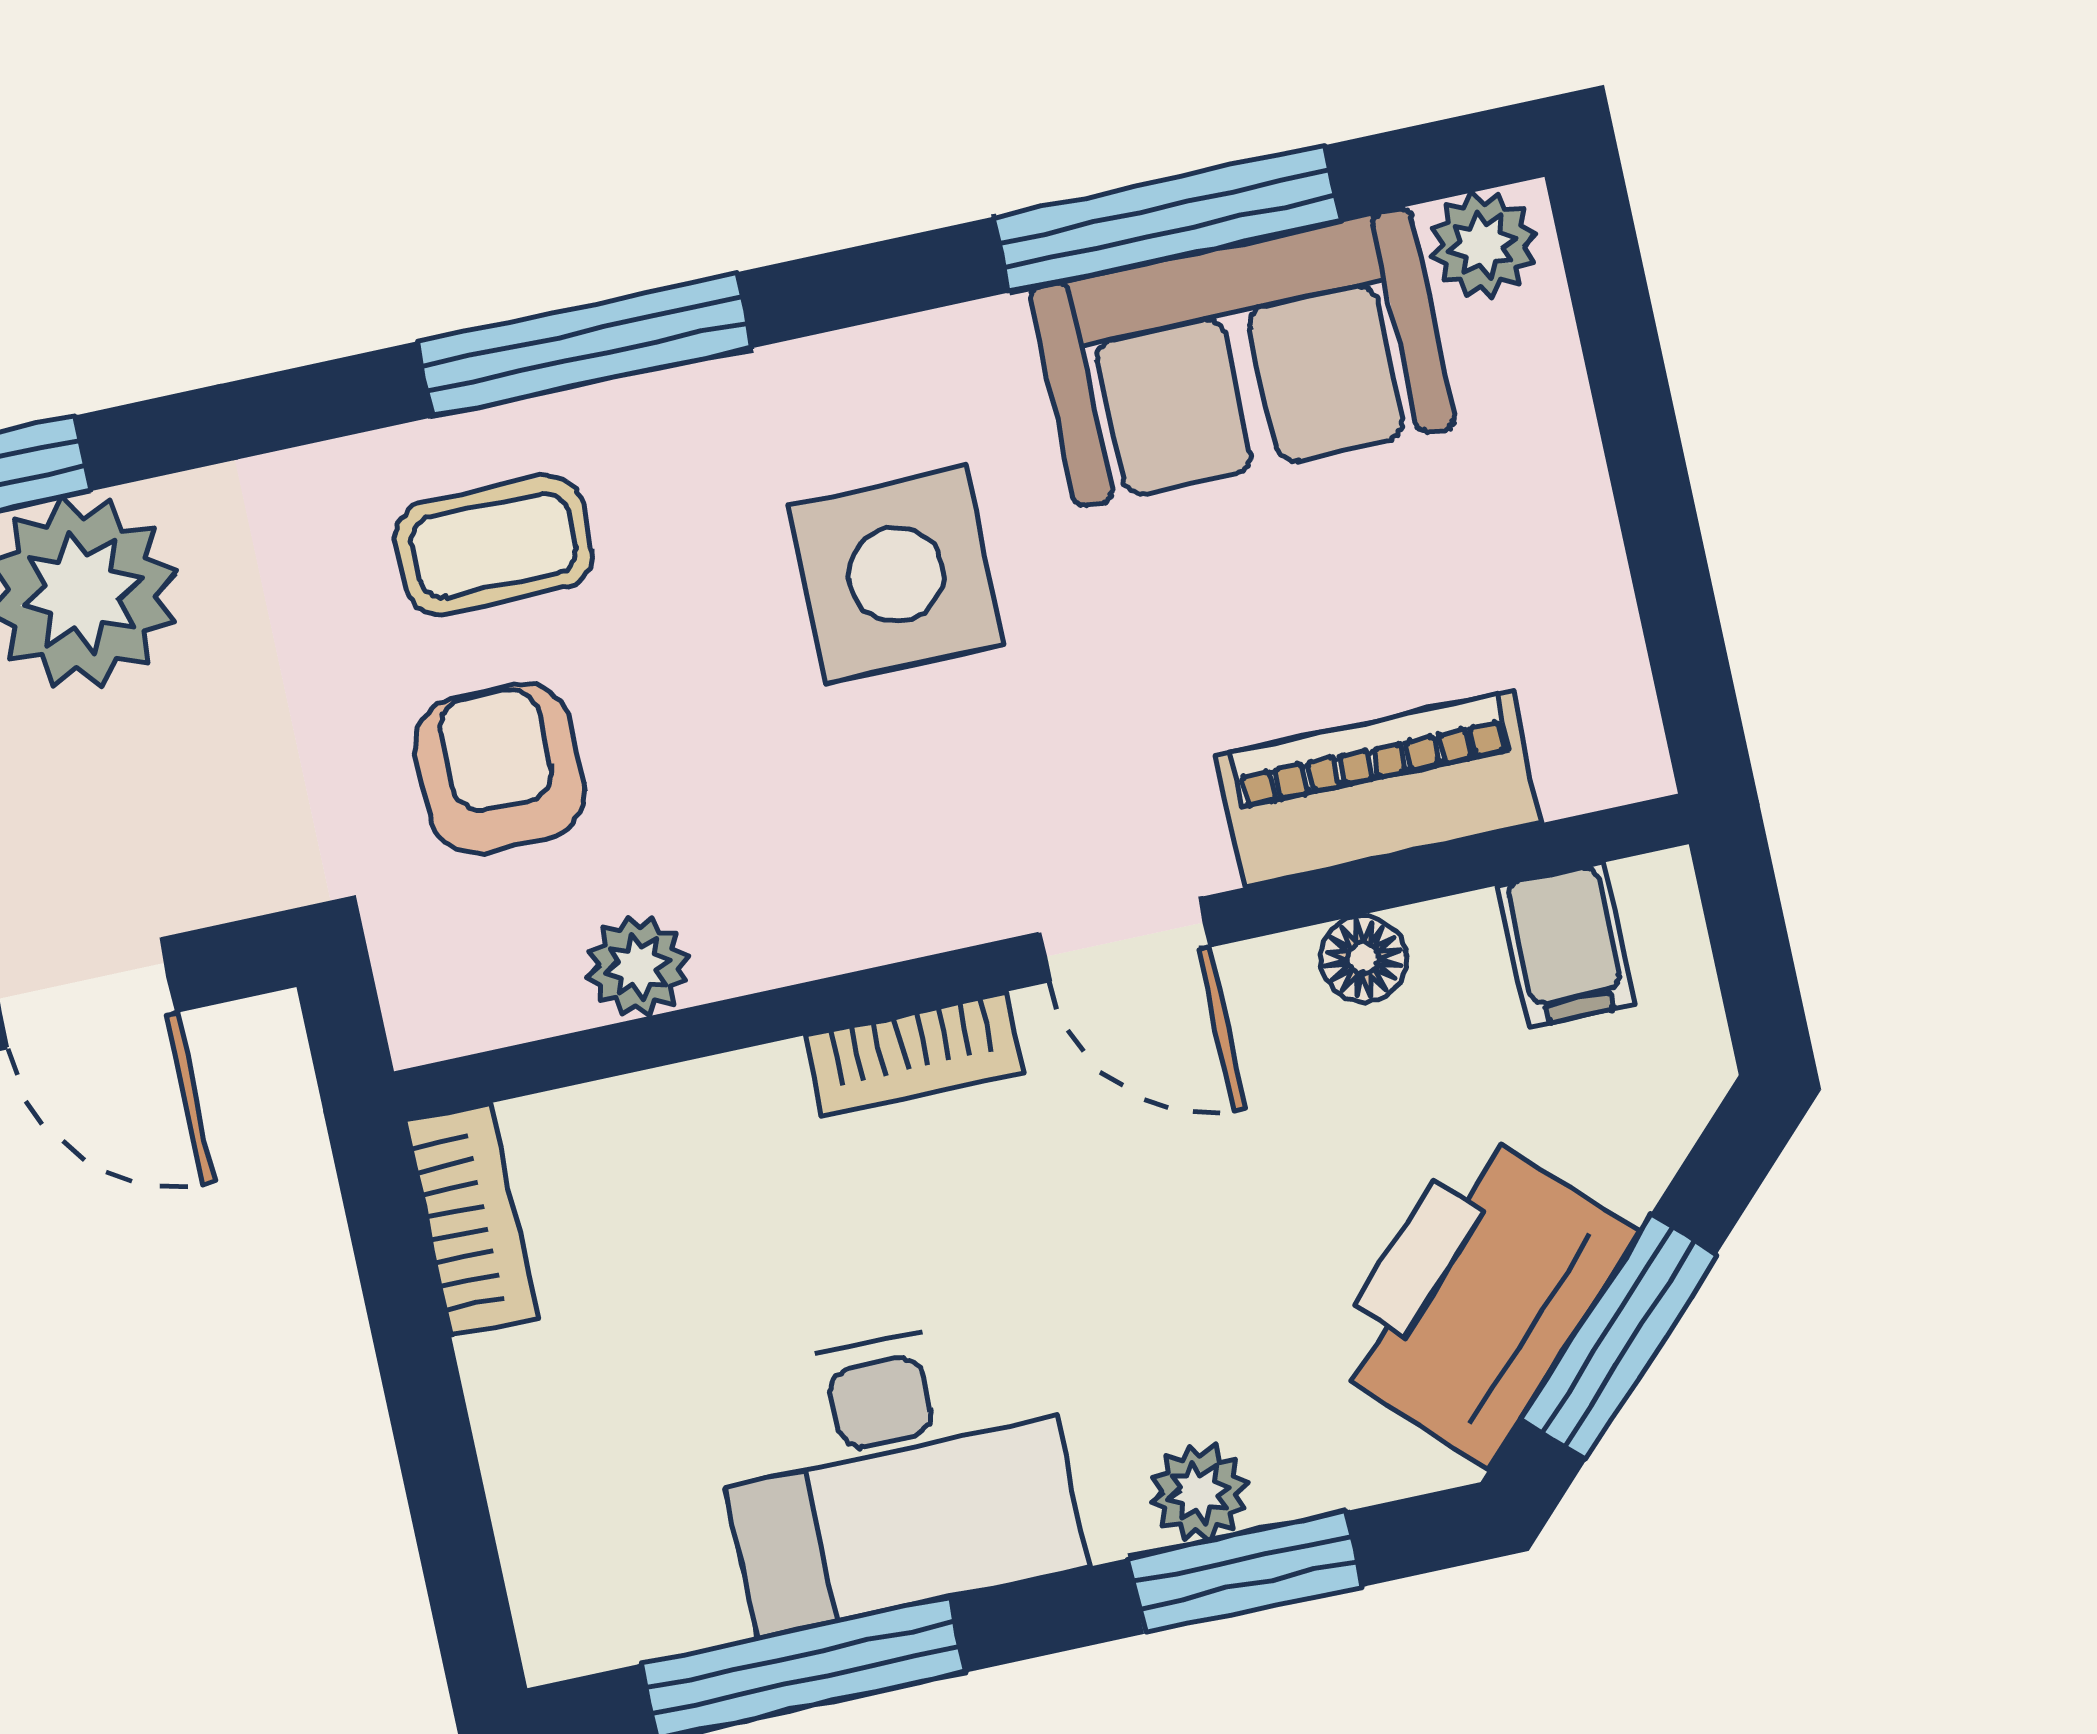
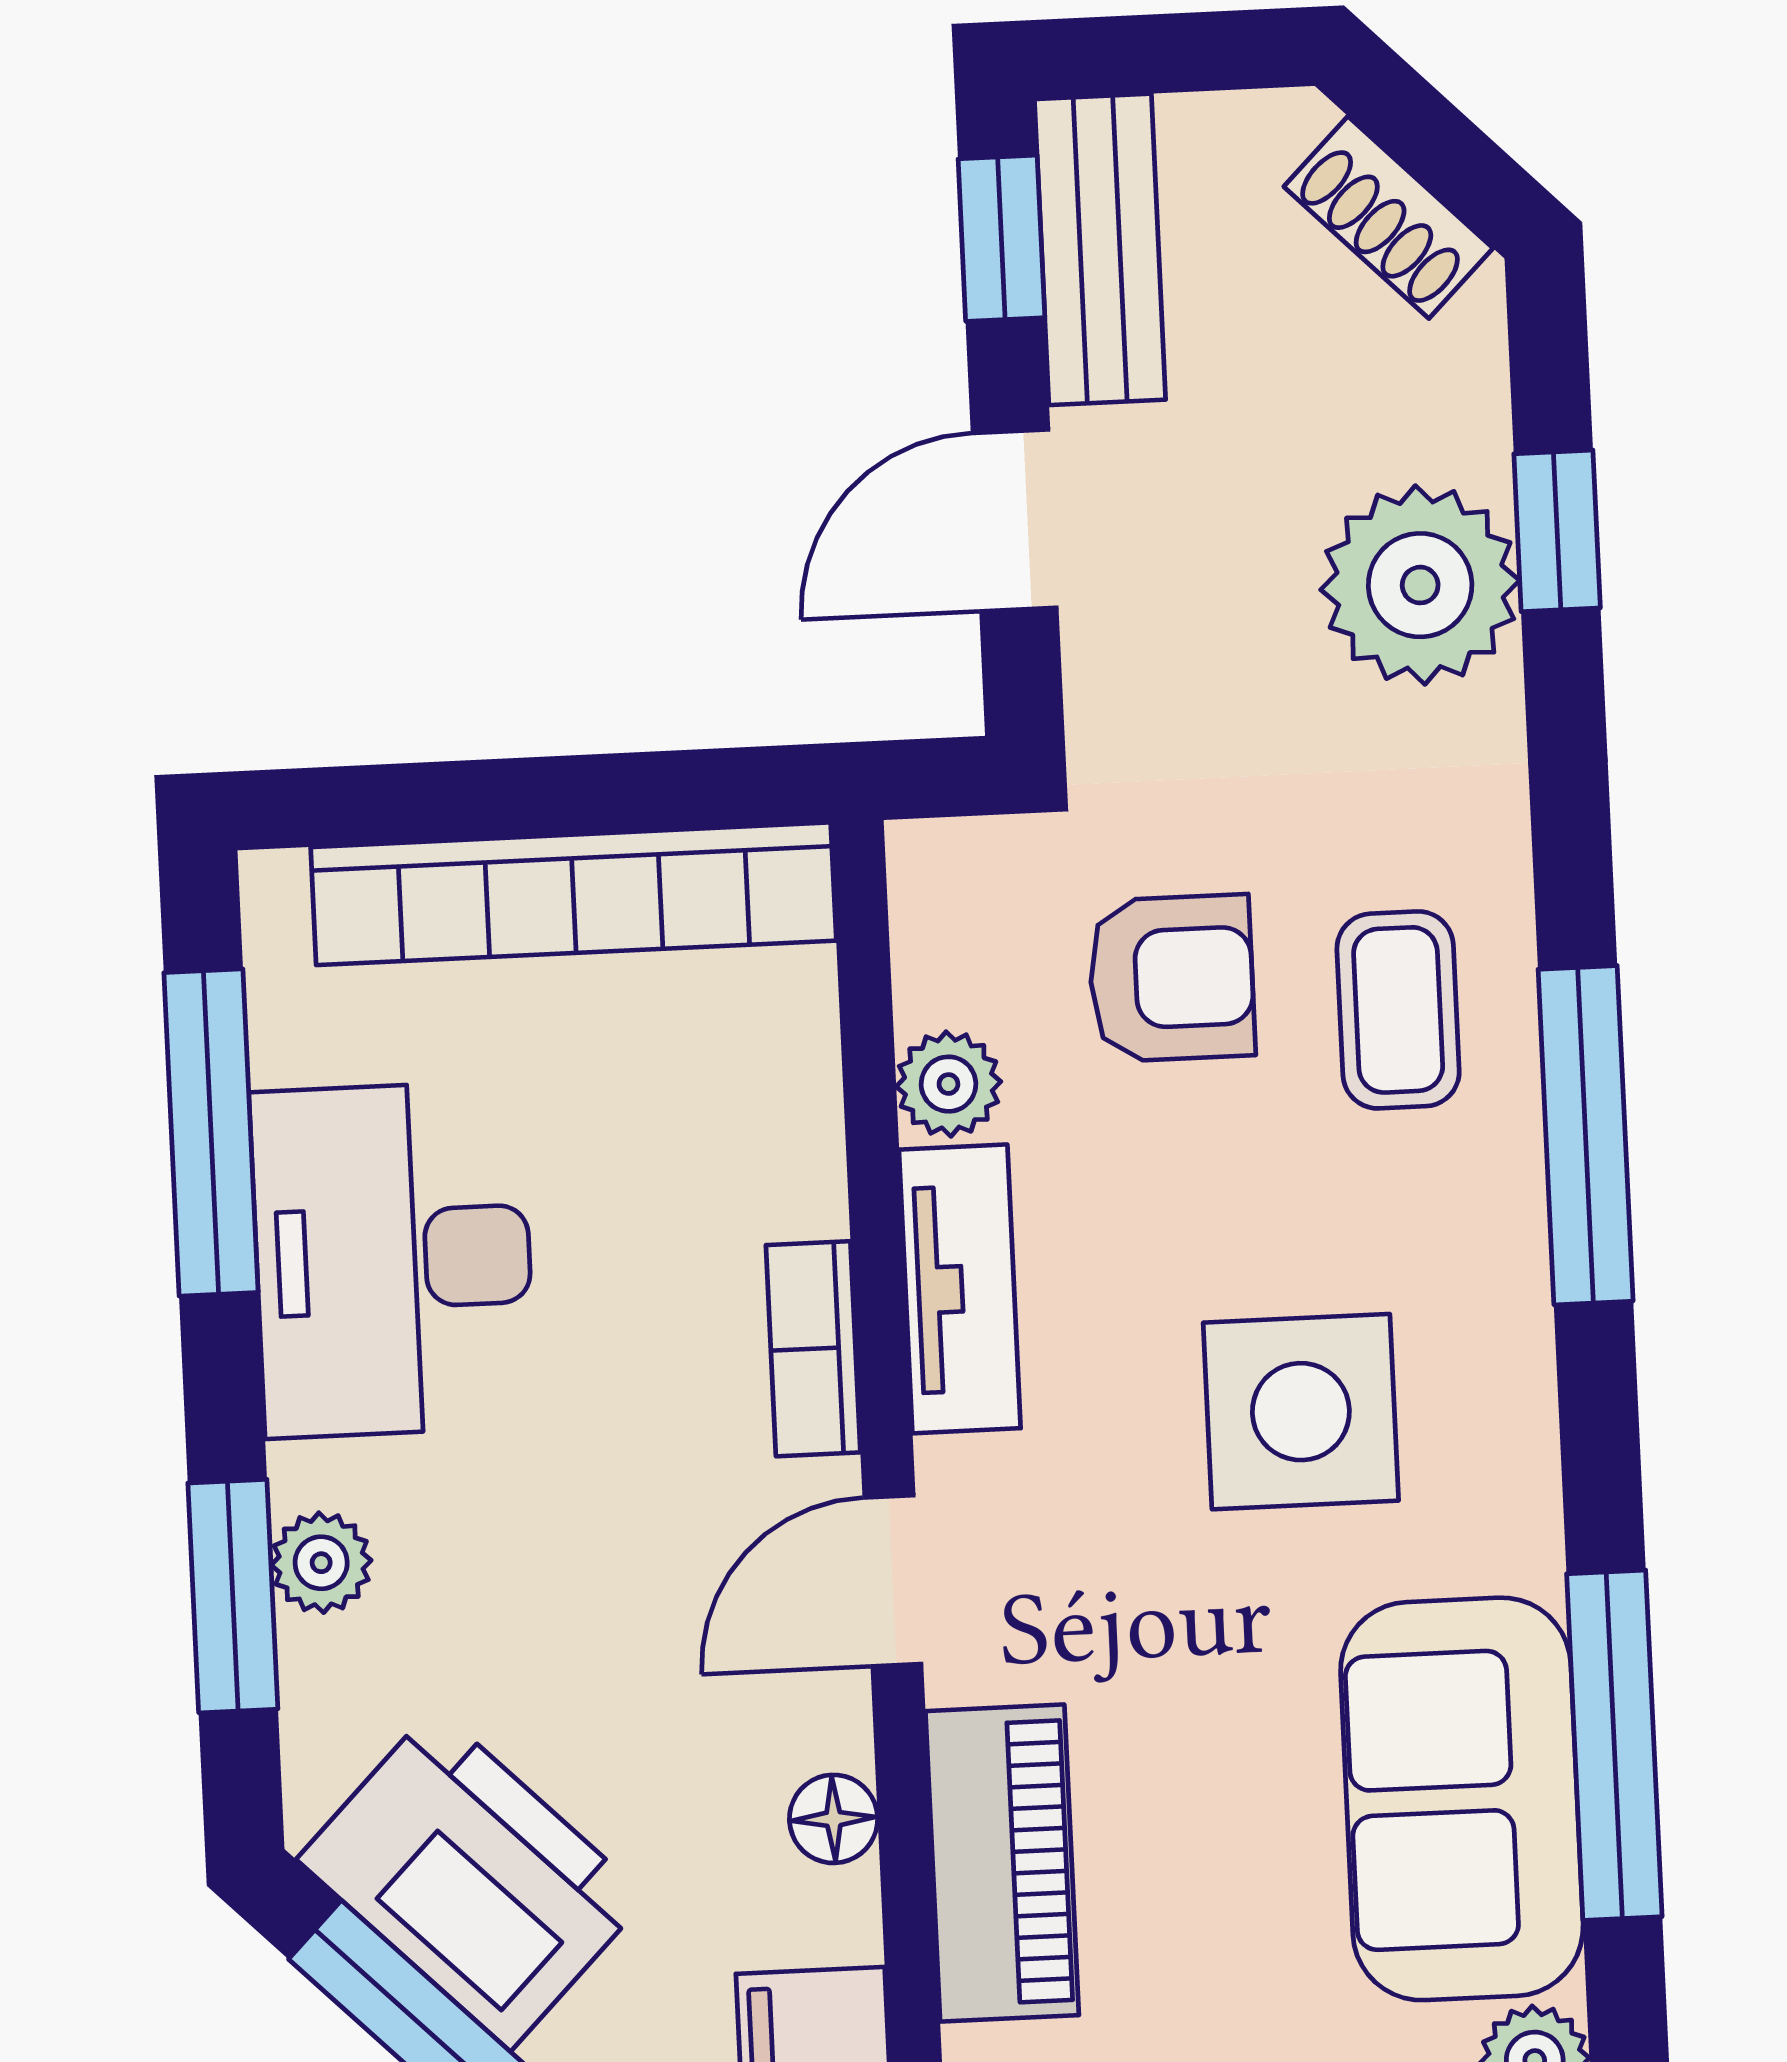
tv unit: (833, 922) -> (960, 1289), added
bookcase: (471, 1220) -> (573, 894), width x2.31, depth x1.31

